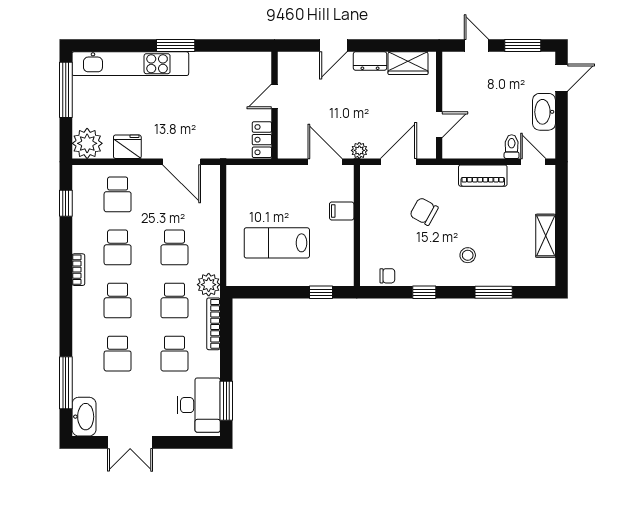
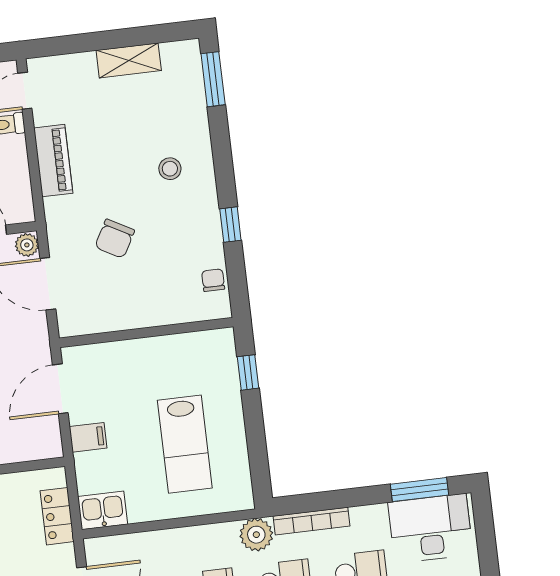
locker: (262, 140) -> (57, 516), moved, turned 90
plant: (359, 150) -> (27, 245), moved
kitchen sink: (238, 181) -> (103, 510), added
filing cabinet: (342, 211) -> (88, 437), moved, turned -90
window: (494, 292) -> (213, 79), moved

